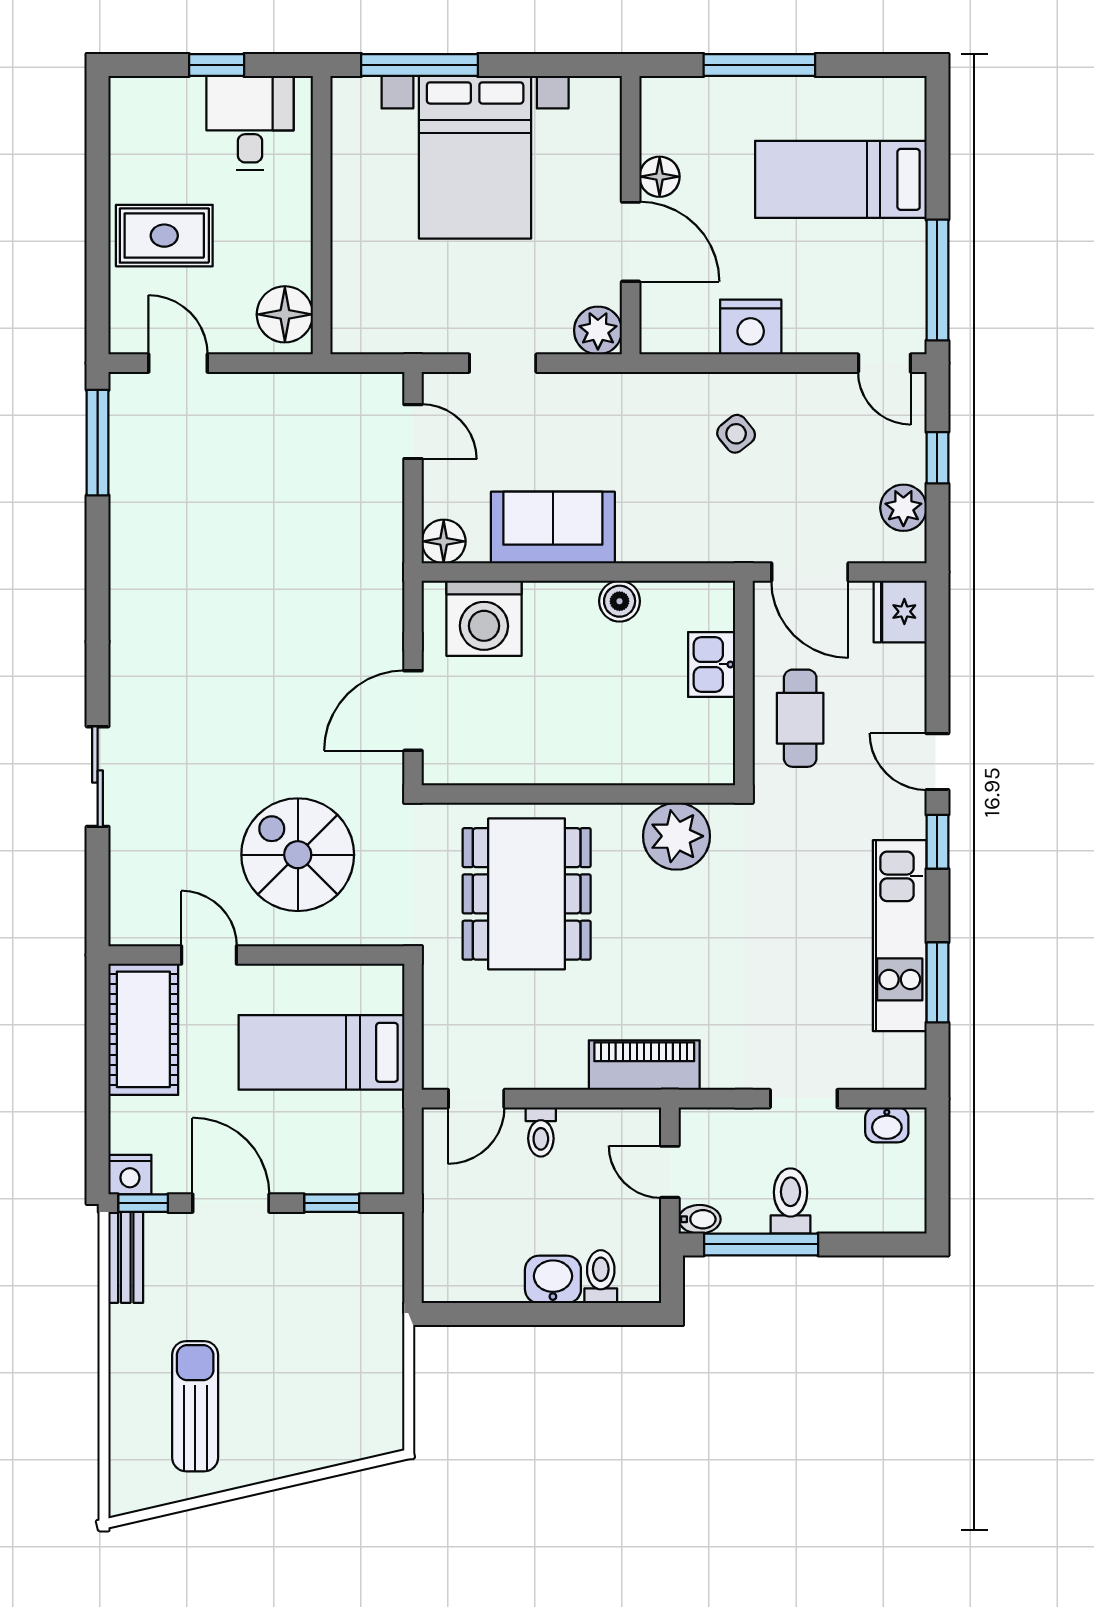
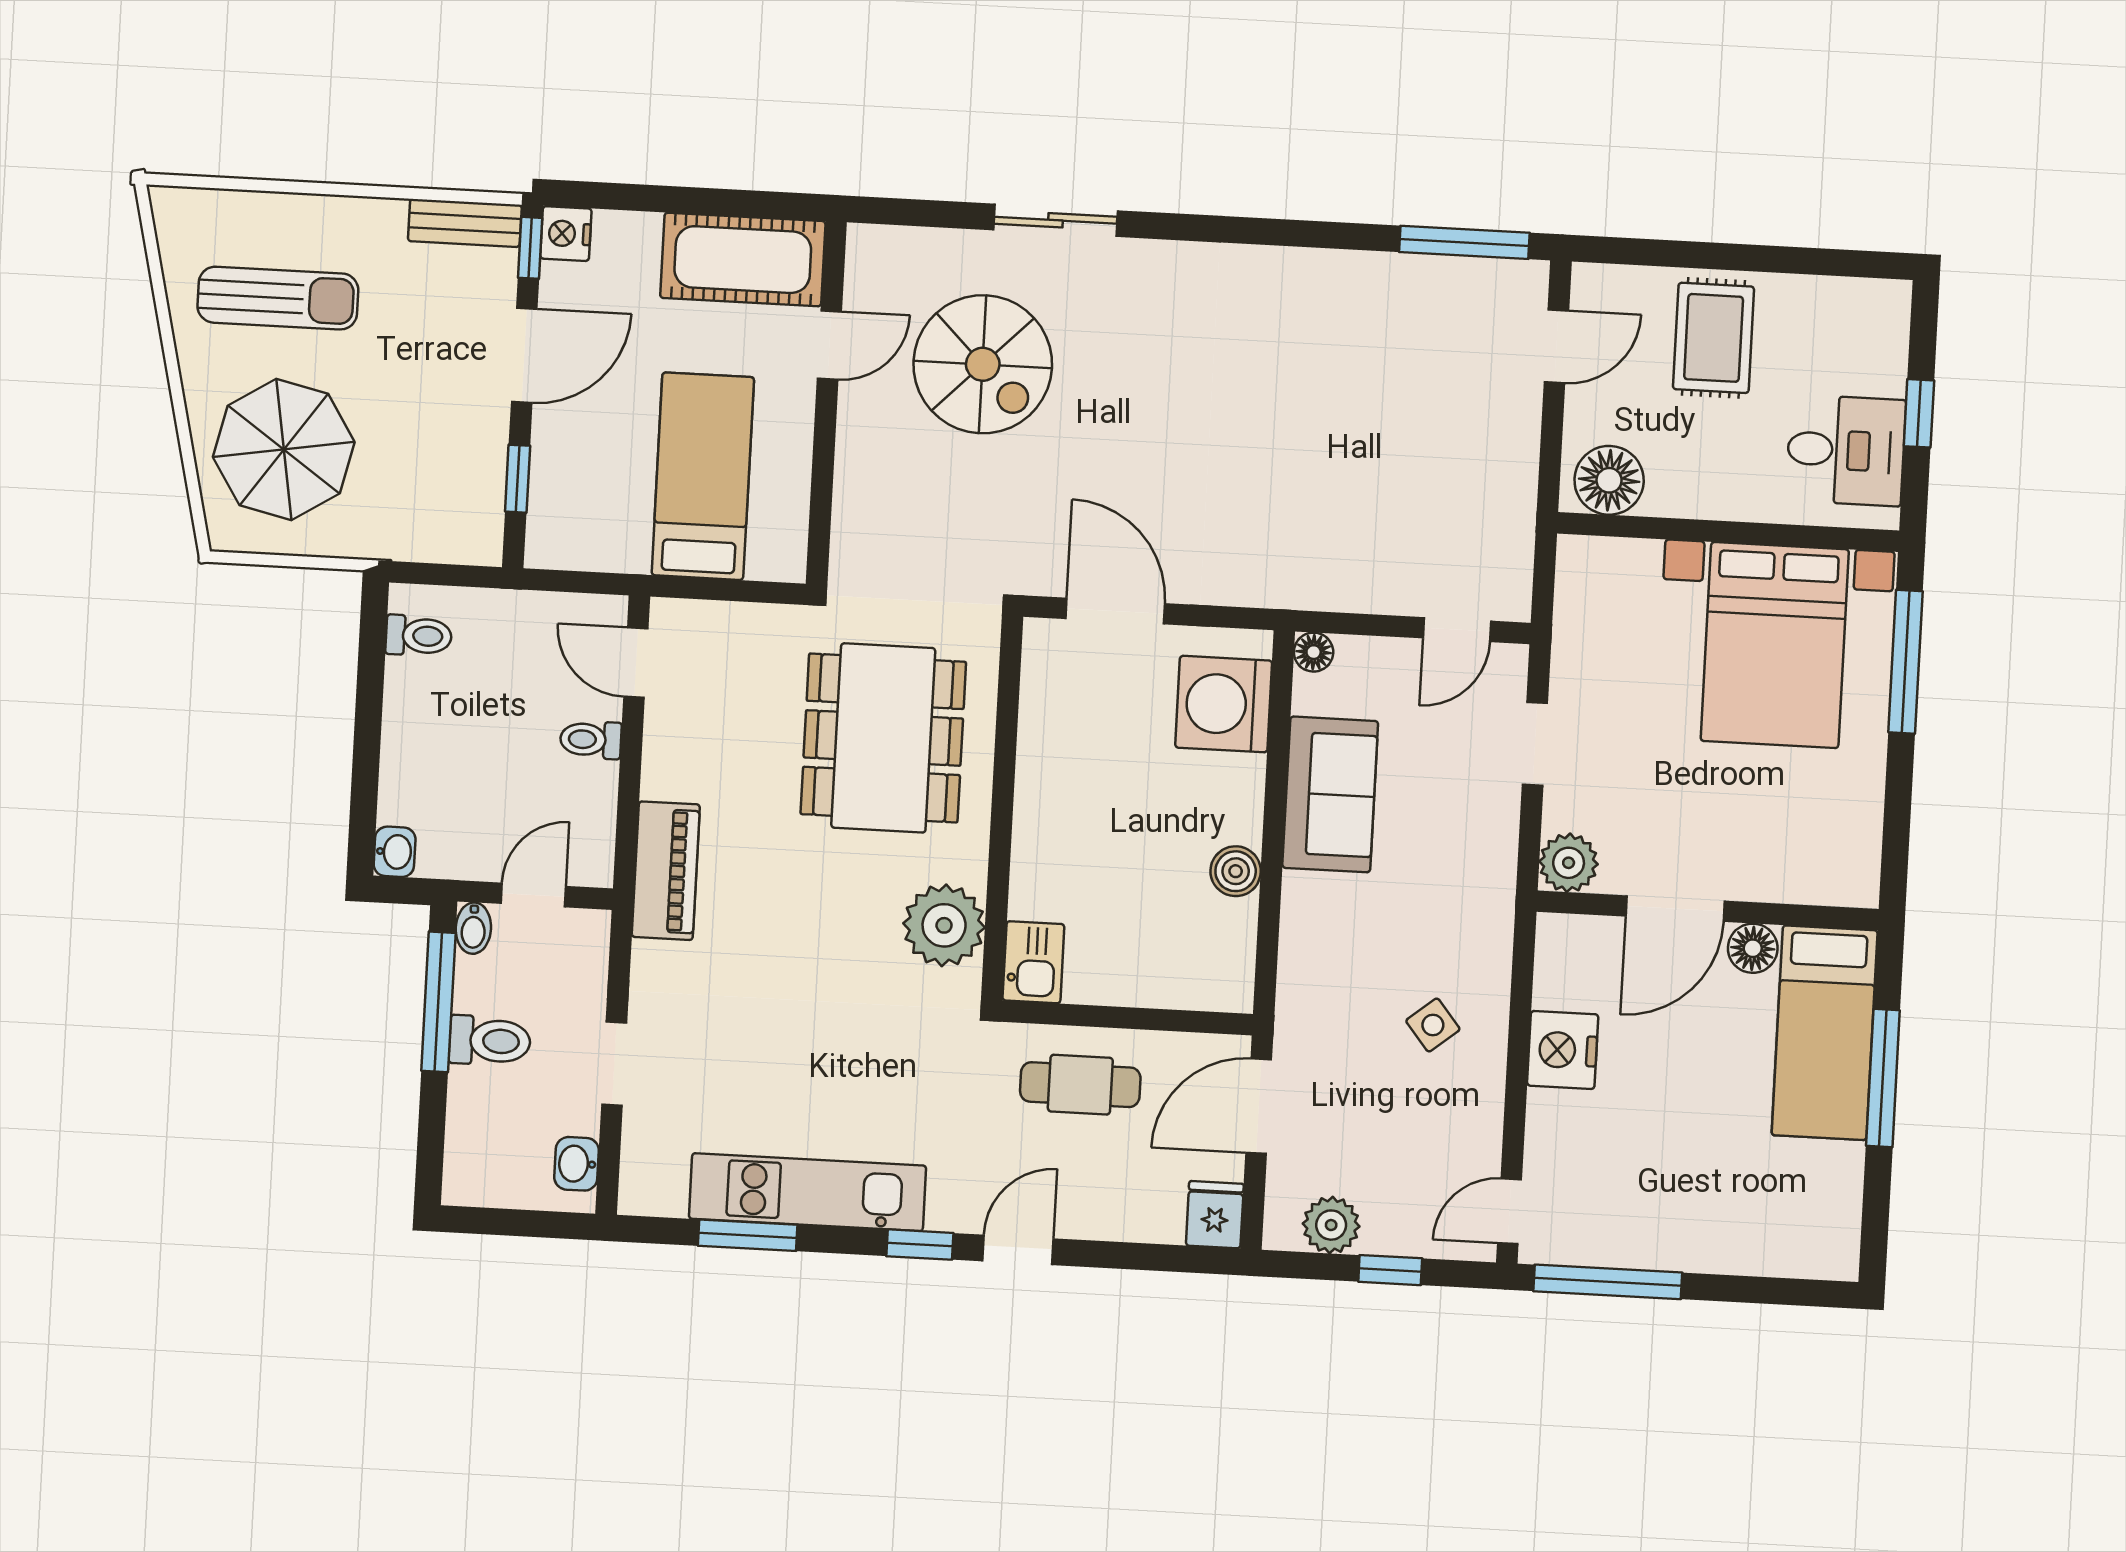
bed with nightstands: (475, 157) -> (1775, 645), moved, turned -90
bed: (841, 179) -> (1825, 1033), moved, turned 180
floor lamp: (444, 541) -> (1314, 652), width x0.73, depth x0.73
fridge: (900, 612) -> (1215, 1215), width x0.72
kitchen sink: (712, 664) -> (1033, 962), moved, turned 90
spiral stairs: (298, 855) -> (983, 364), moved, turned 90
dining table: (527, 894) -> (883, 738), turned 90
toilet: (601, 1277) -> (419, 636), moved
washbasin: (553, 1279) -> (395, 852), moved, width x0.72, depth x0.69
parasol: (318, 1395) -> (284, 449), added

